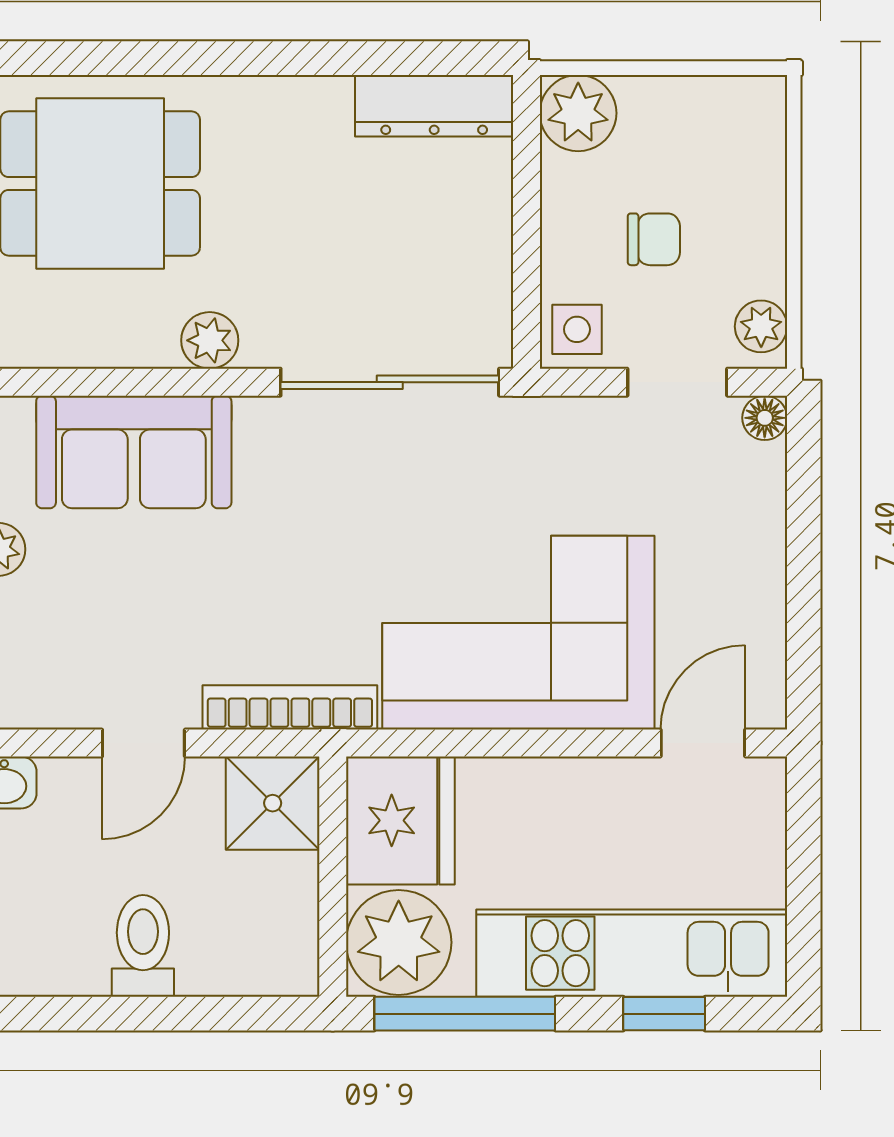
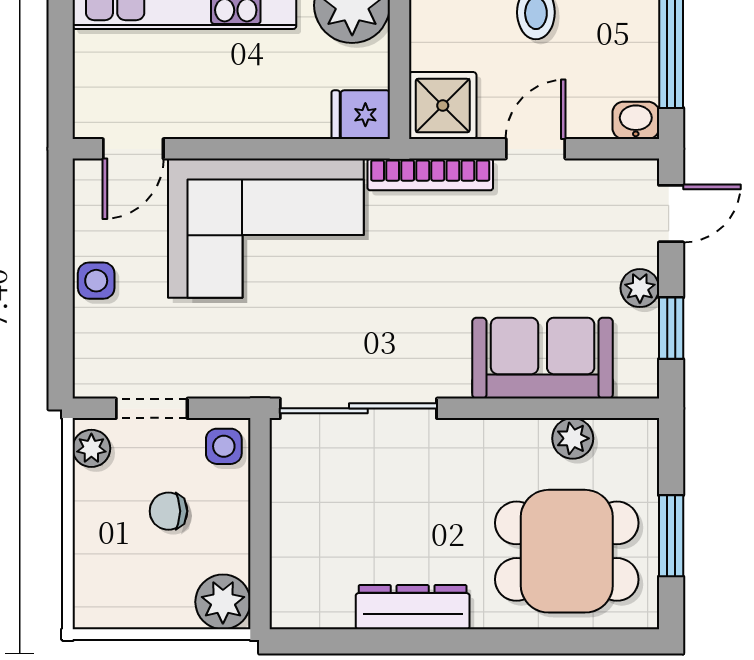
dresser: (434, 106) -> (413, 607), moved
plant: (210, 340) -> (573, 438), moved
floor lamp: (765, 418) -> (89, 383), removed
side table: (754, 560) -> (96, 281), added
fridge: (400, 820) -> (361, 115), width x0.53, depth x0.75

